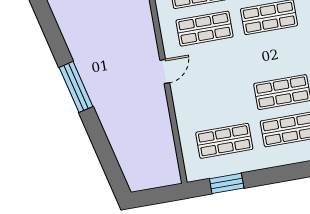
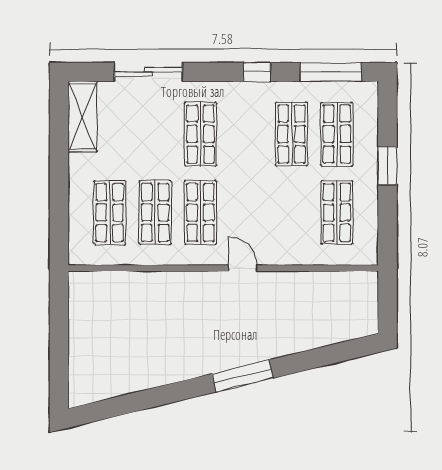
window: (227, 183) -> (388, 166), moved

